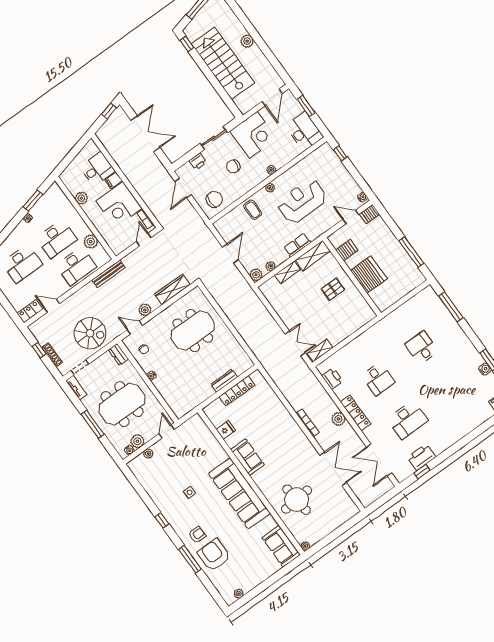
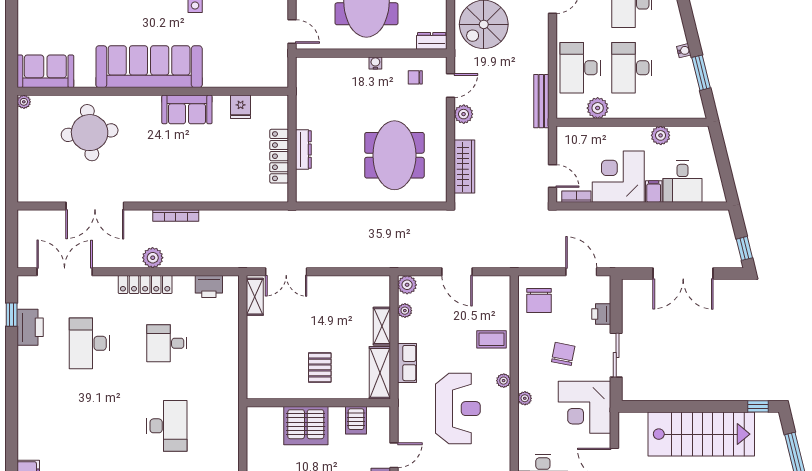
desk: (422, 348) -> (167, 426), width x1.37

